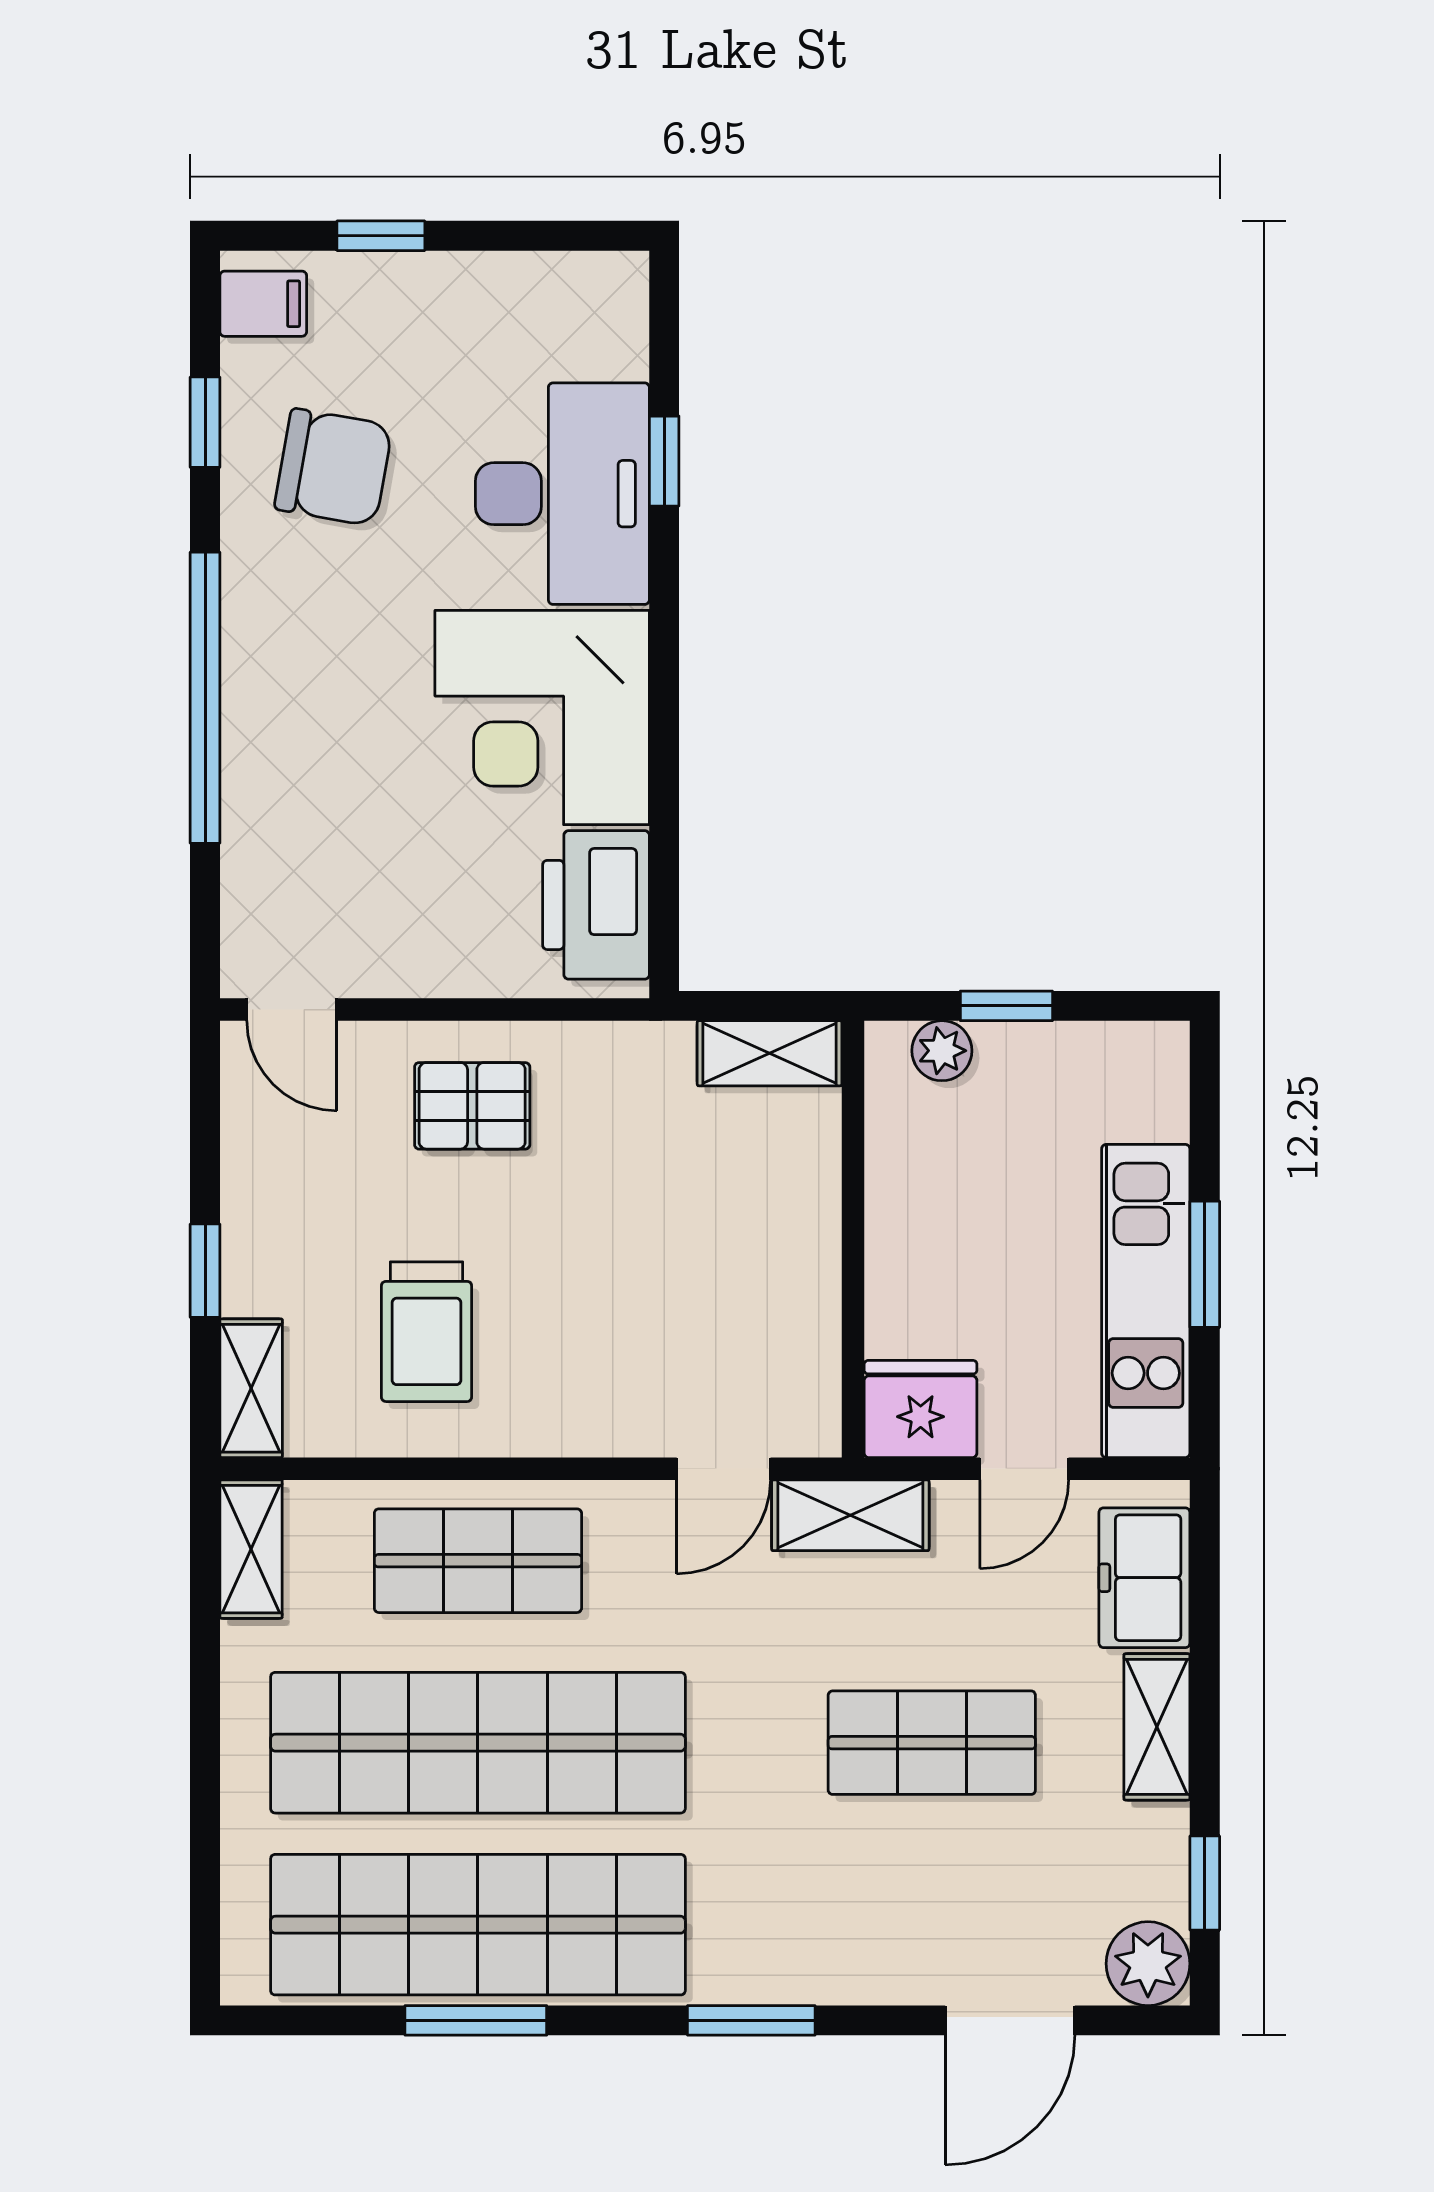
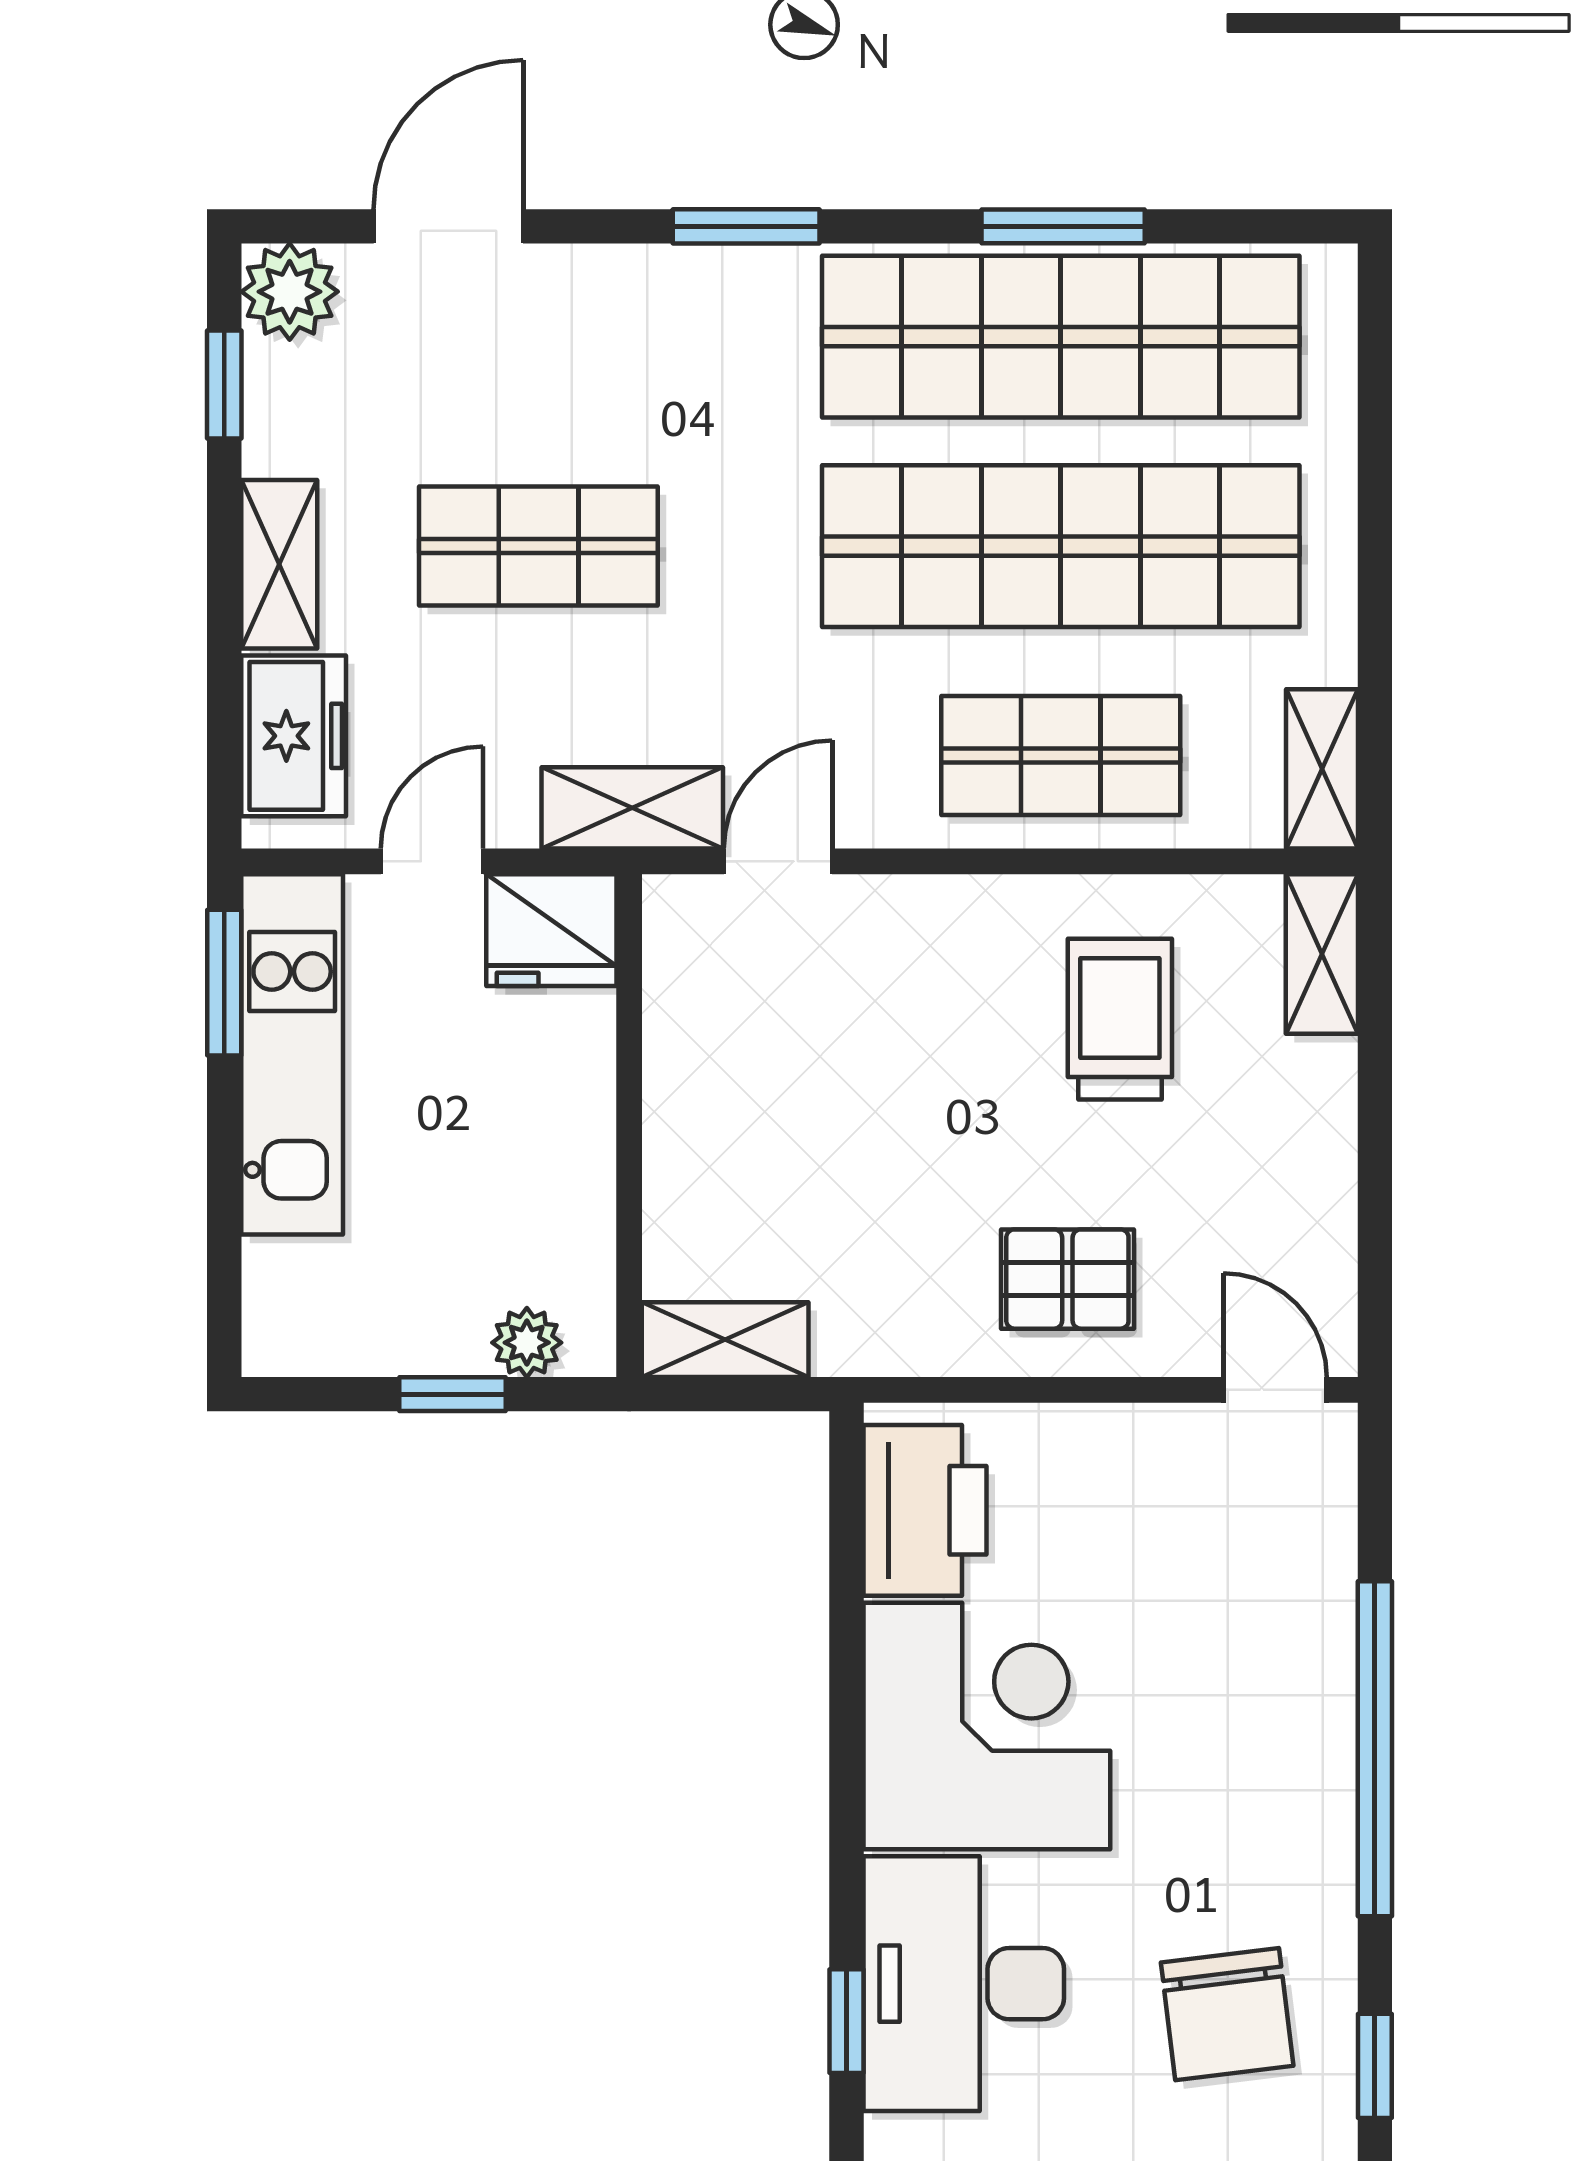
chair: (333, 467) -> (1227, 2014), turned -107
window: (1205, 1264) -> (224, 983), moved
window: (205, 1271) -> (1375, 1089), removed

